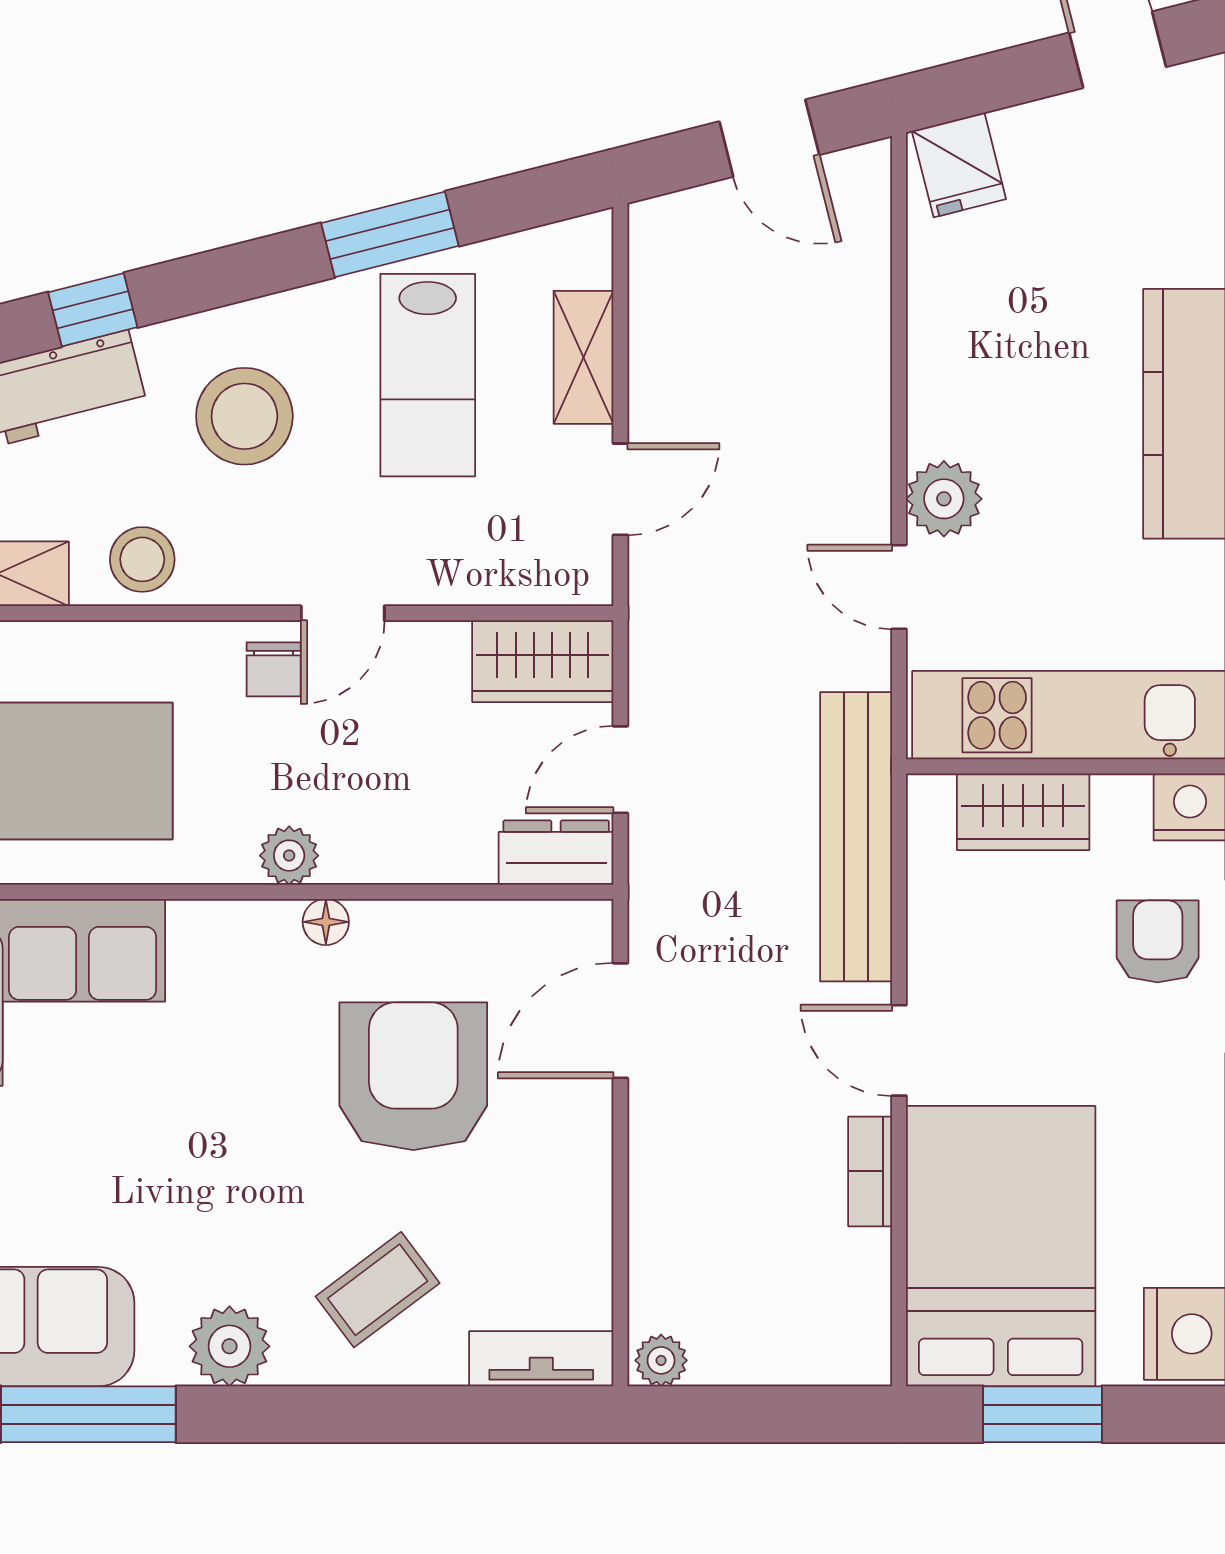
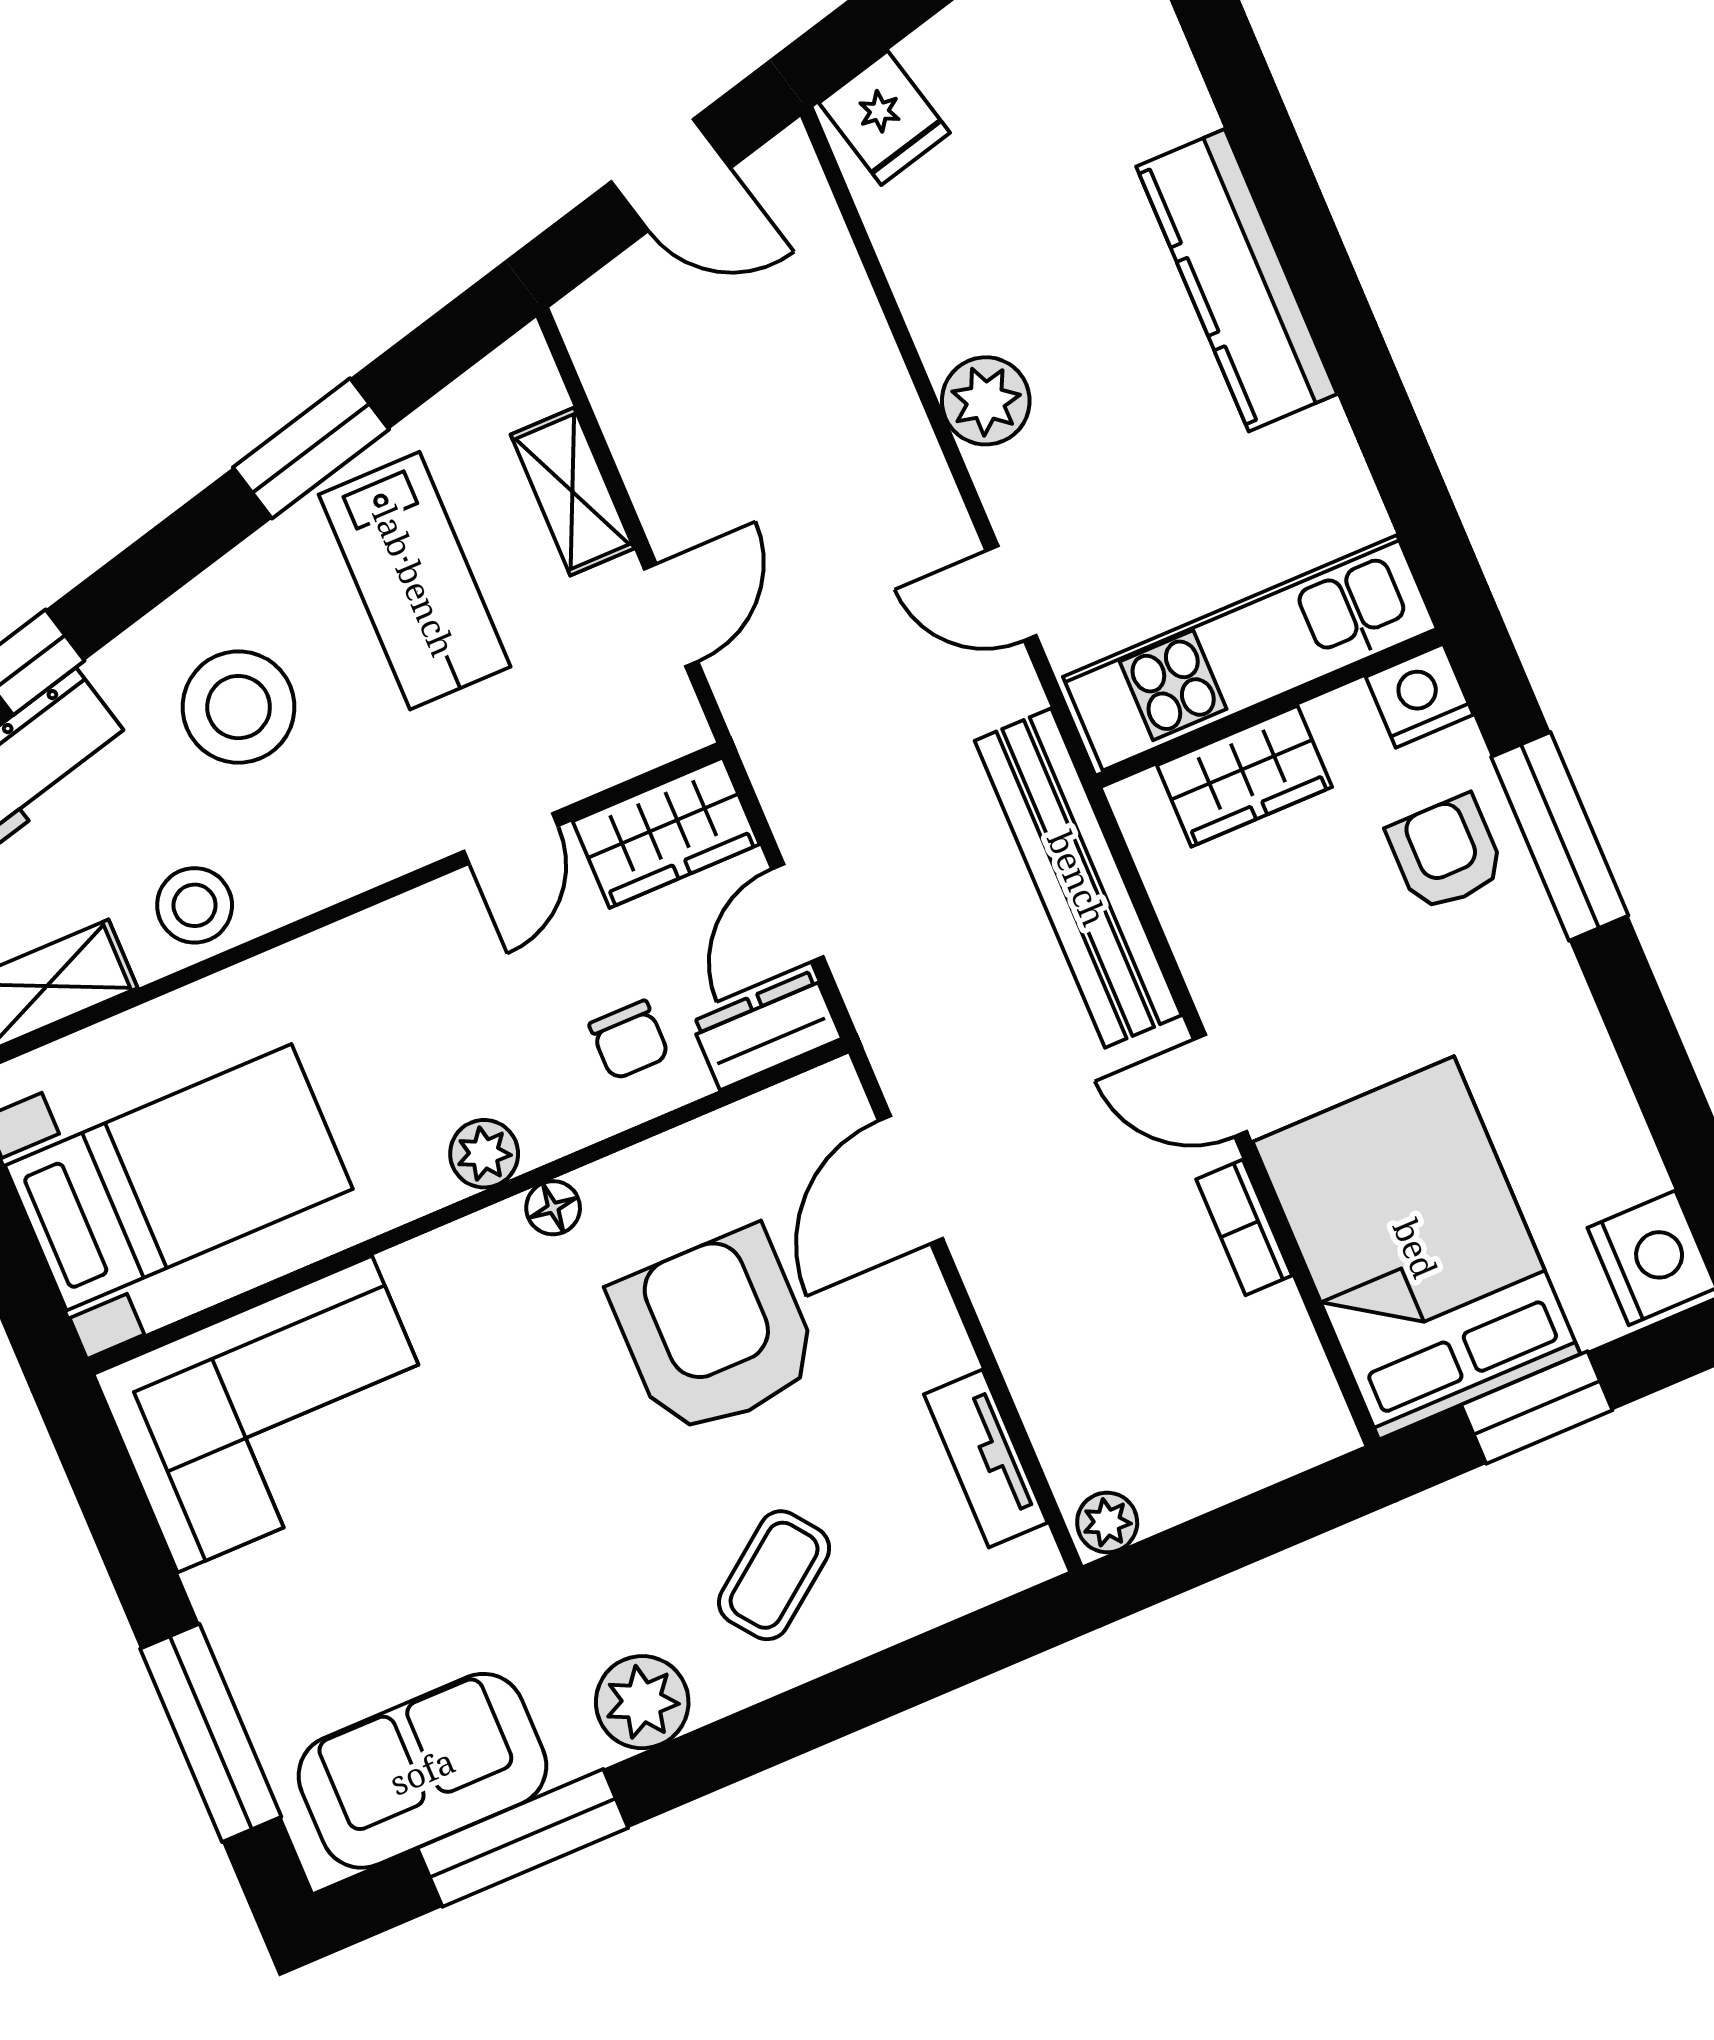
plant: (944, 499) -> (986, 401), moved
door: (343, 613) -> (511, 839), moved
chair: (274, 669) -> (629, 1040), moved
tv unit: (541, 1359) -> (986, 1459), moved, turned -90

